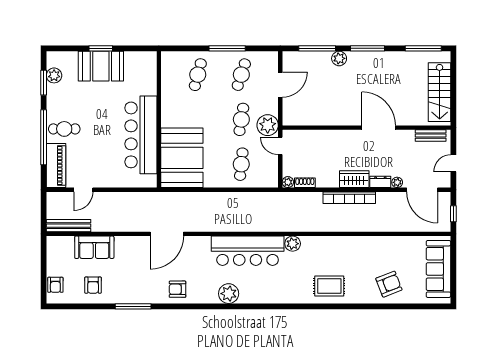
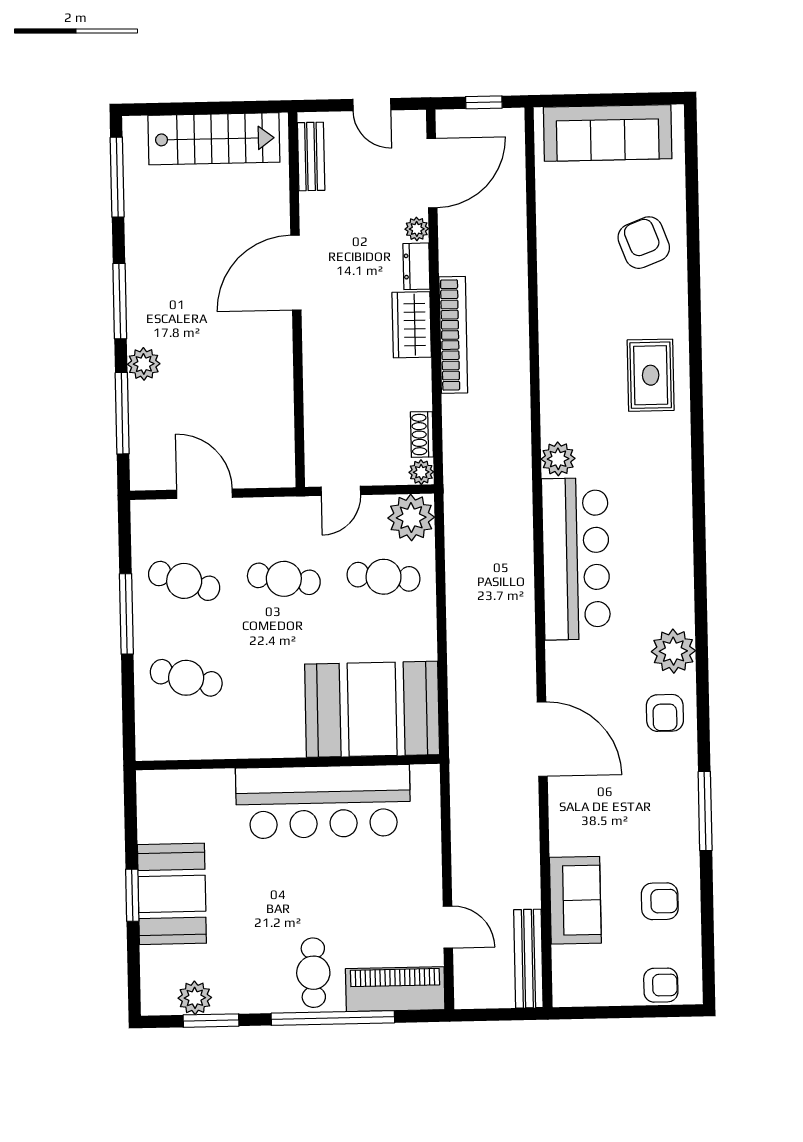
plant: (268, 125) -> (411, 518), moved
plant: (229, 294) -> (673, 651), moved

